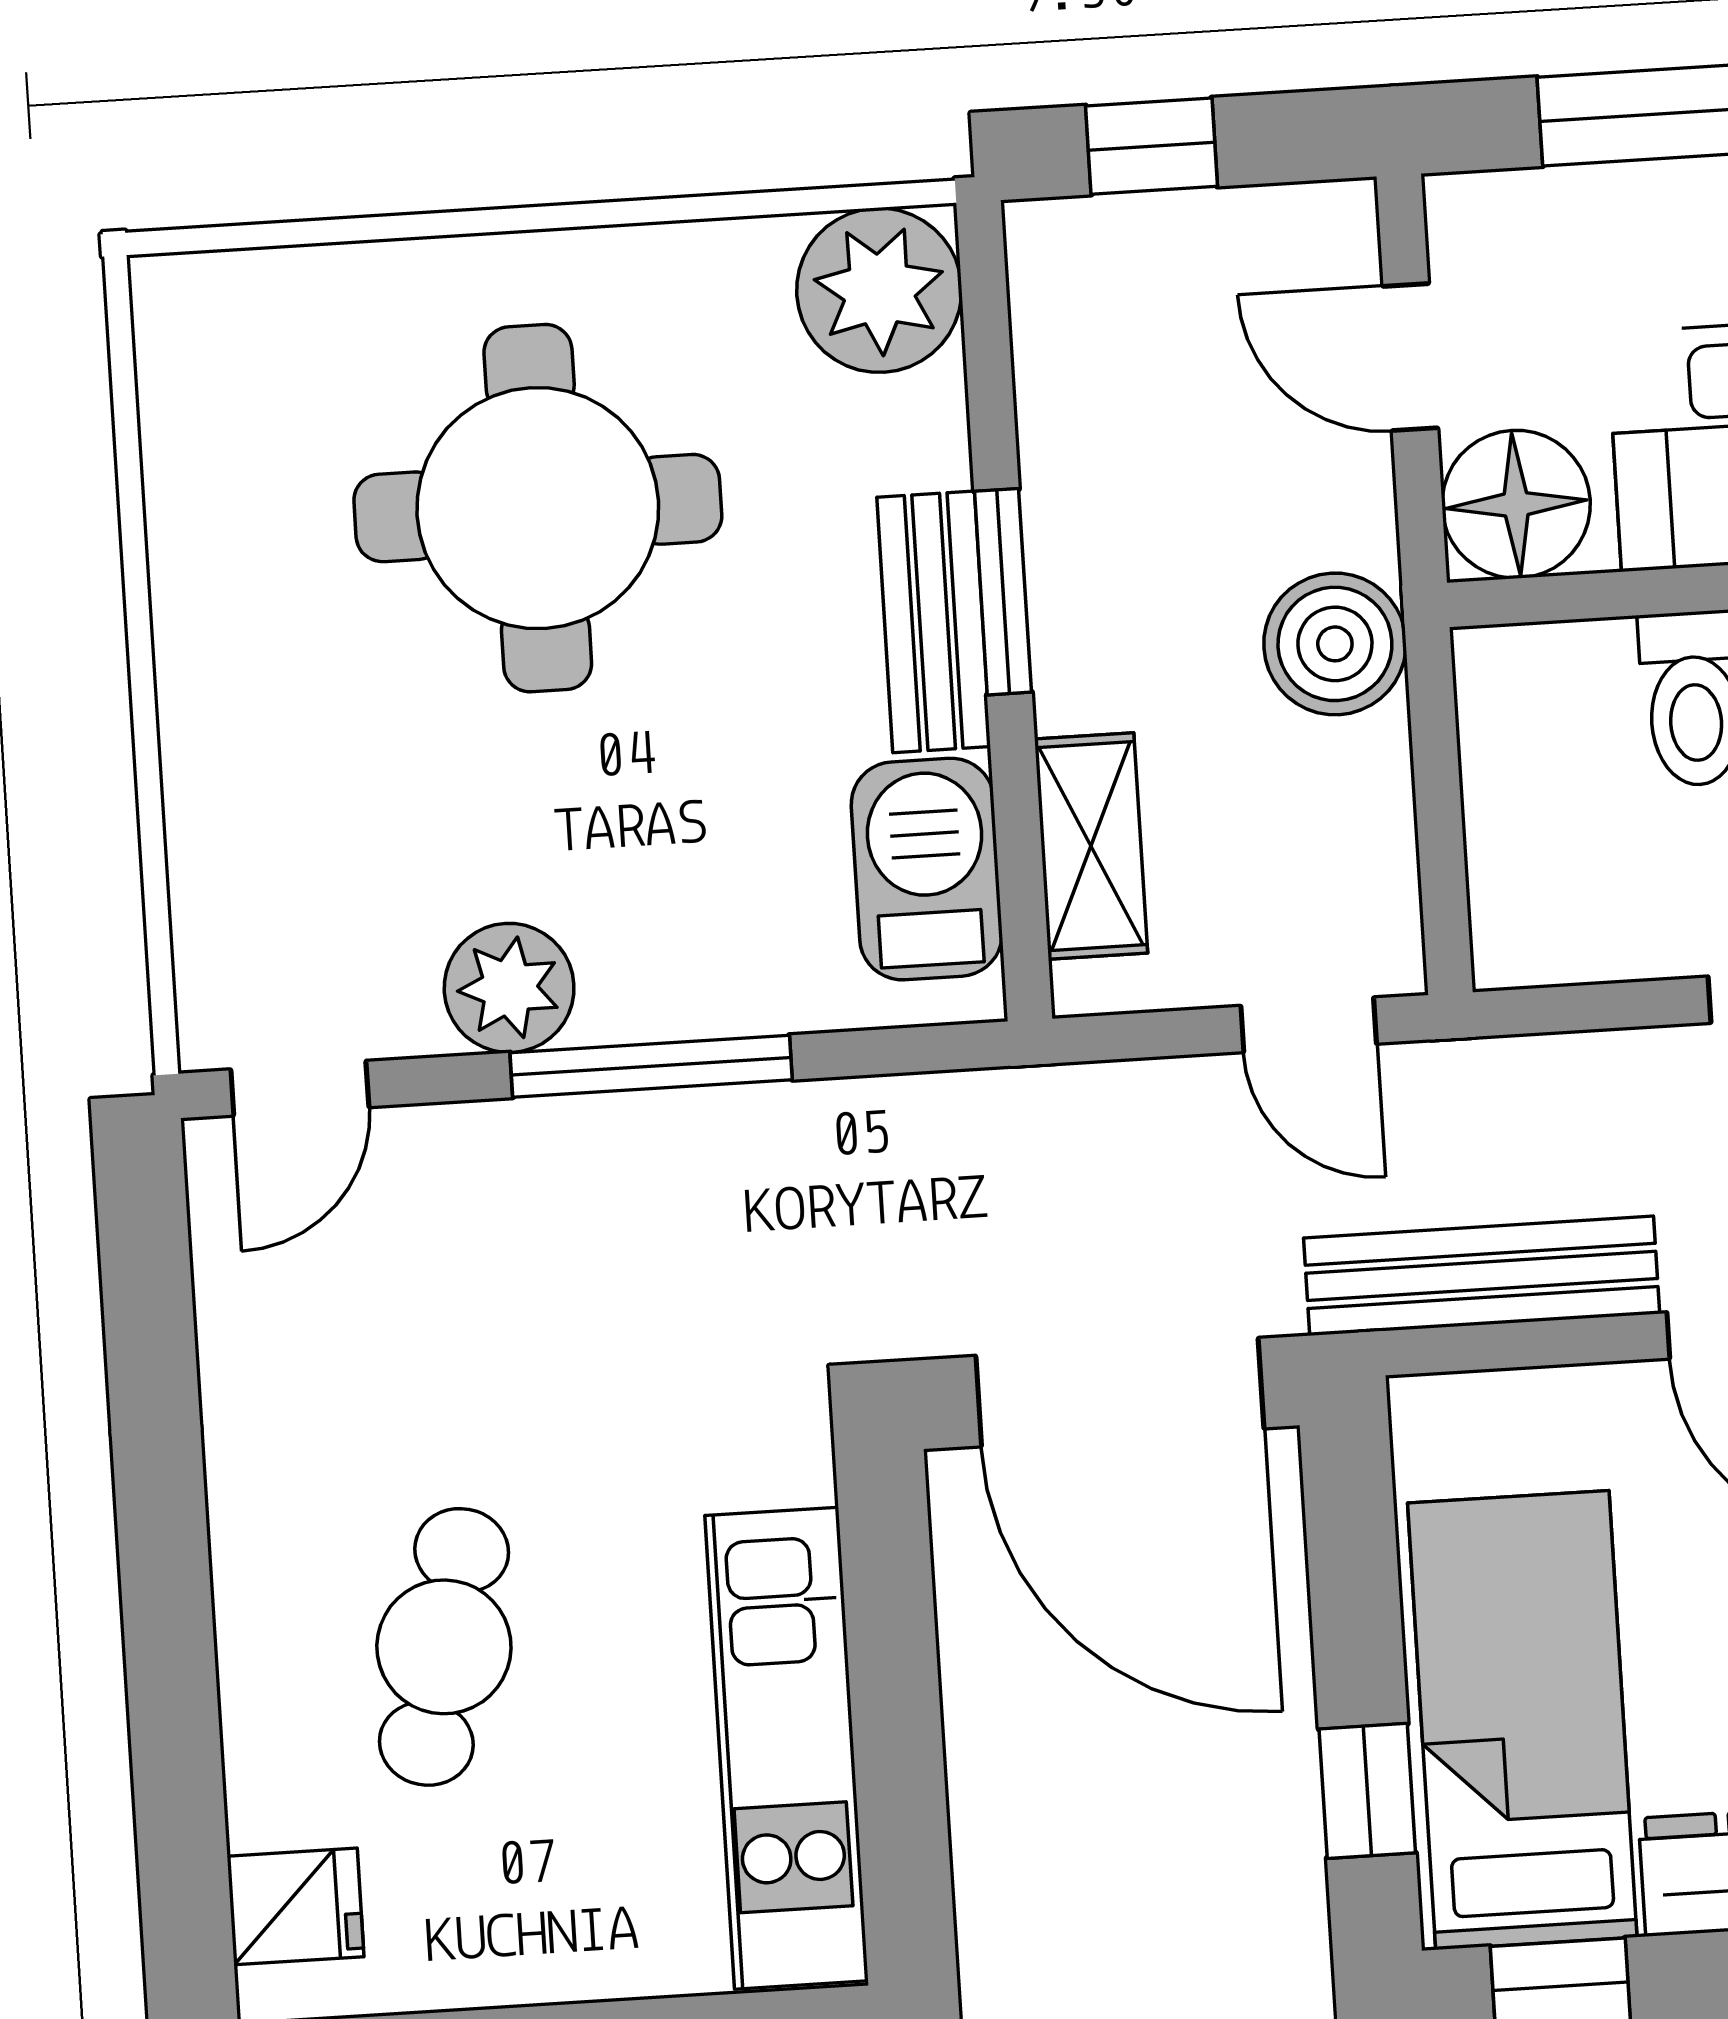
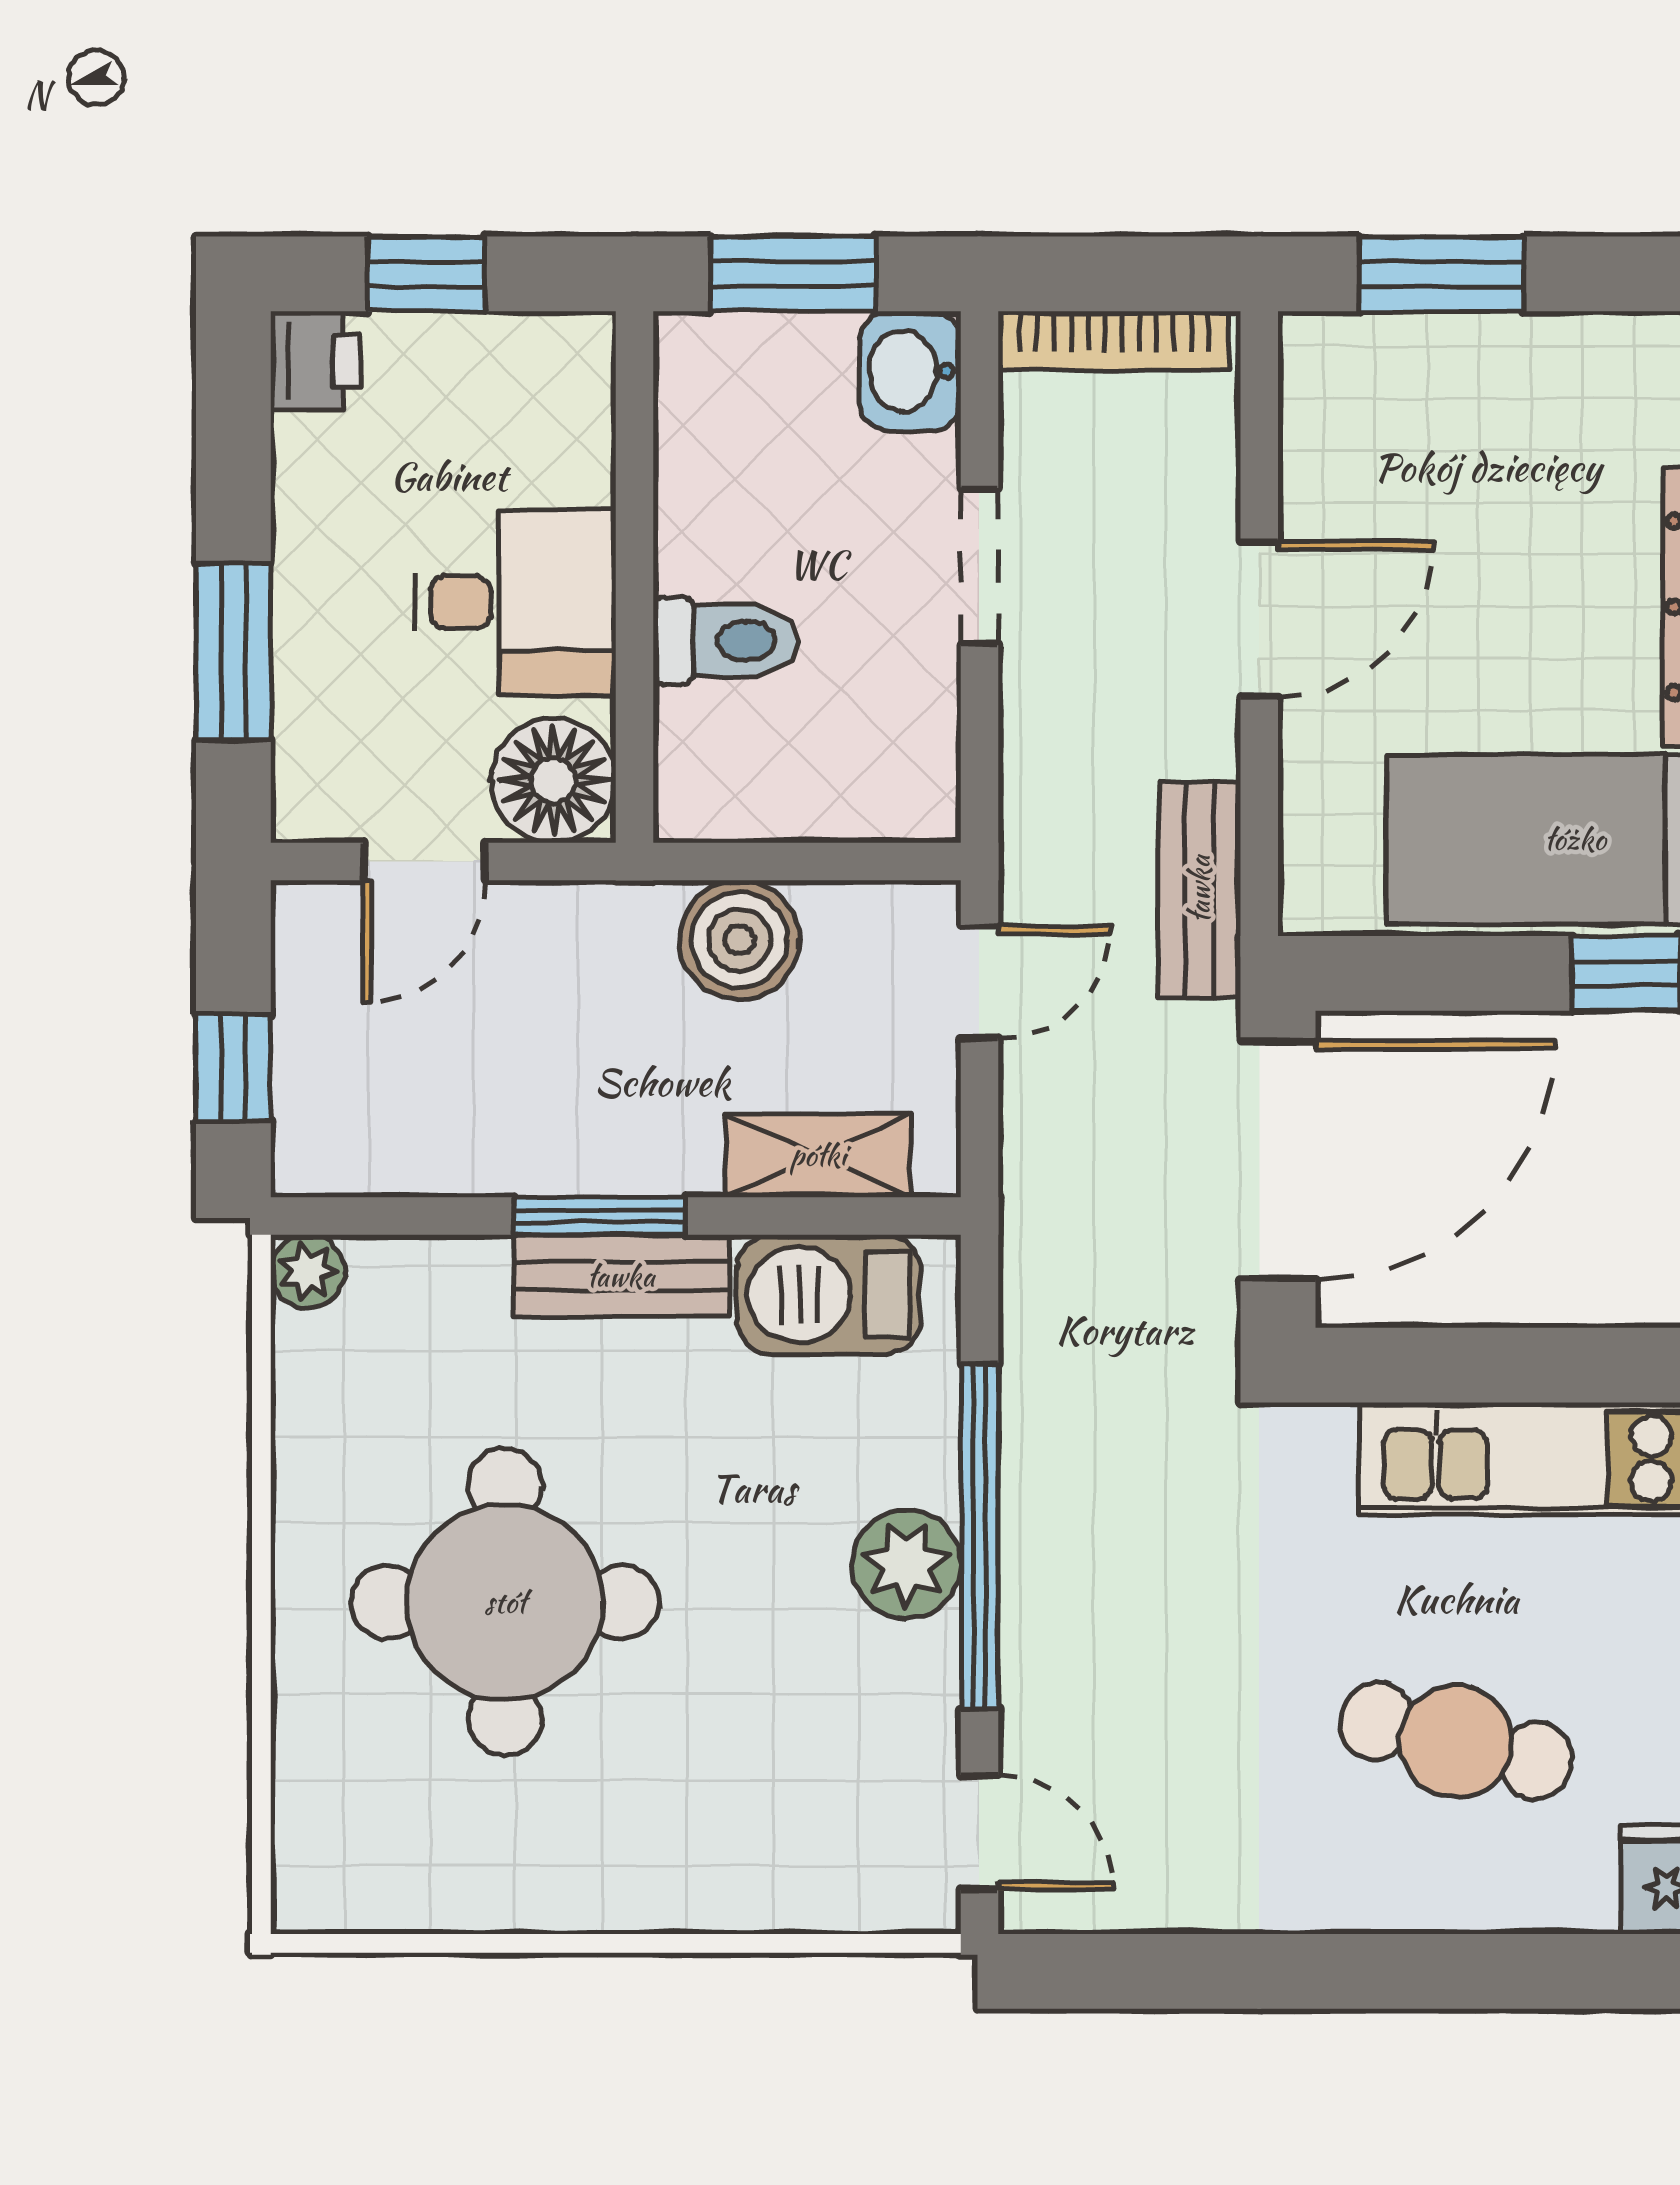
plant: (879, 290) -> (308, 1272), width x0.53, depth x0.53
boiler: (1335, 644) -> (739, 940), moved
plant: (509, 988) -> (906, 1564), moved
window: (651, 1066) -> (979, 1536), width x1.46
bench: (1482, 1276) -> (1199, 889), width x0.73

